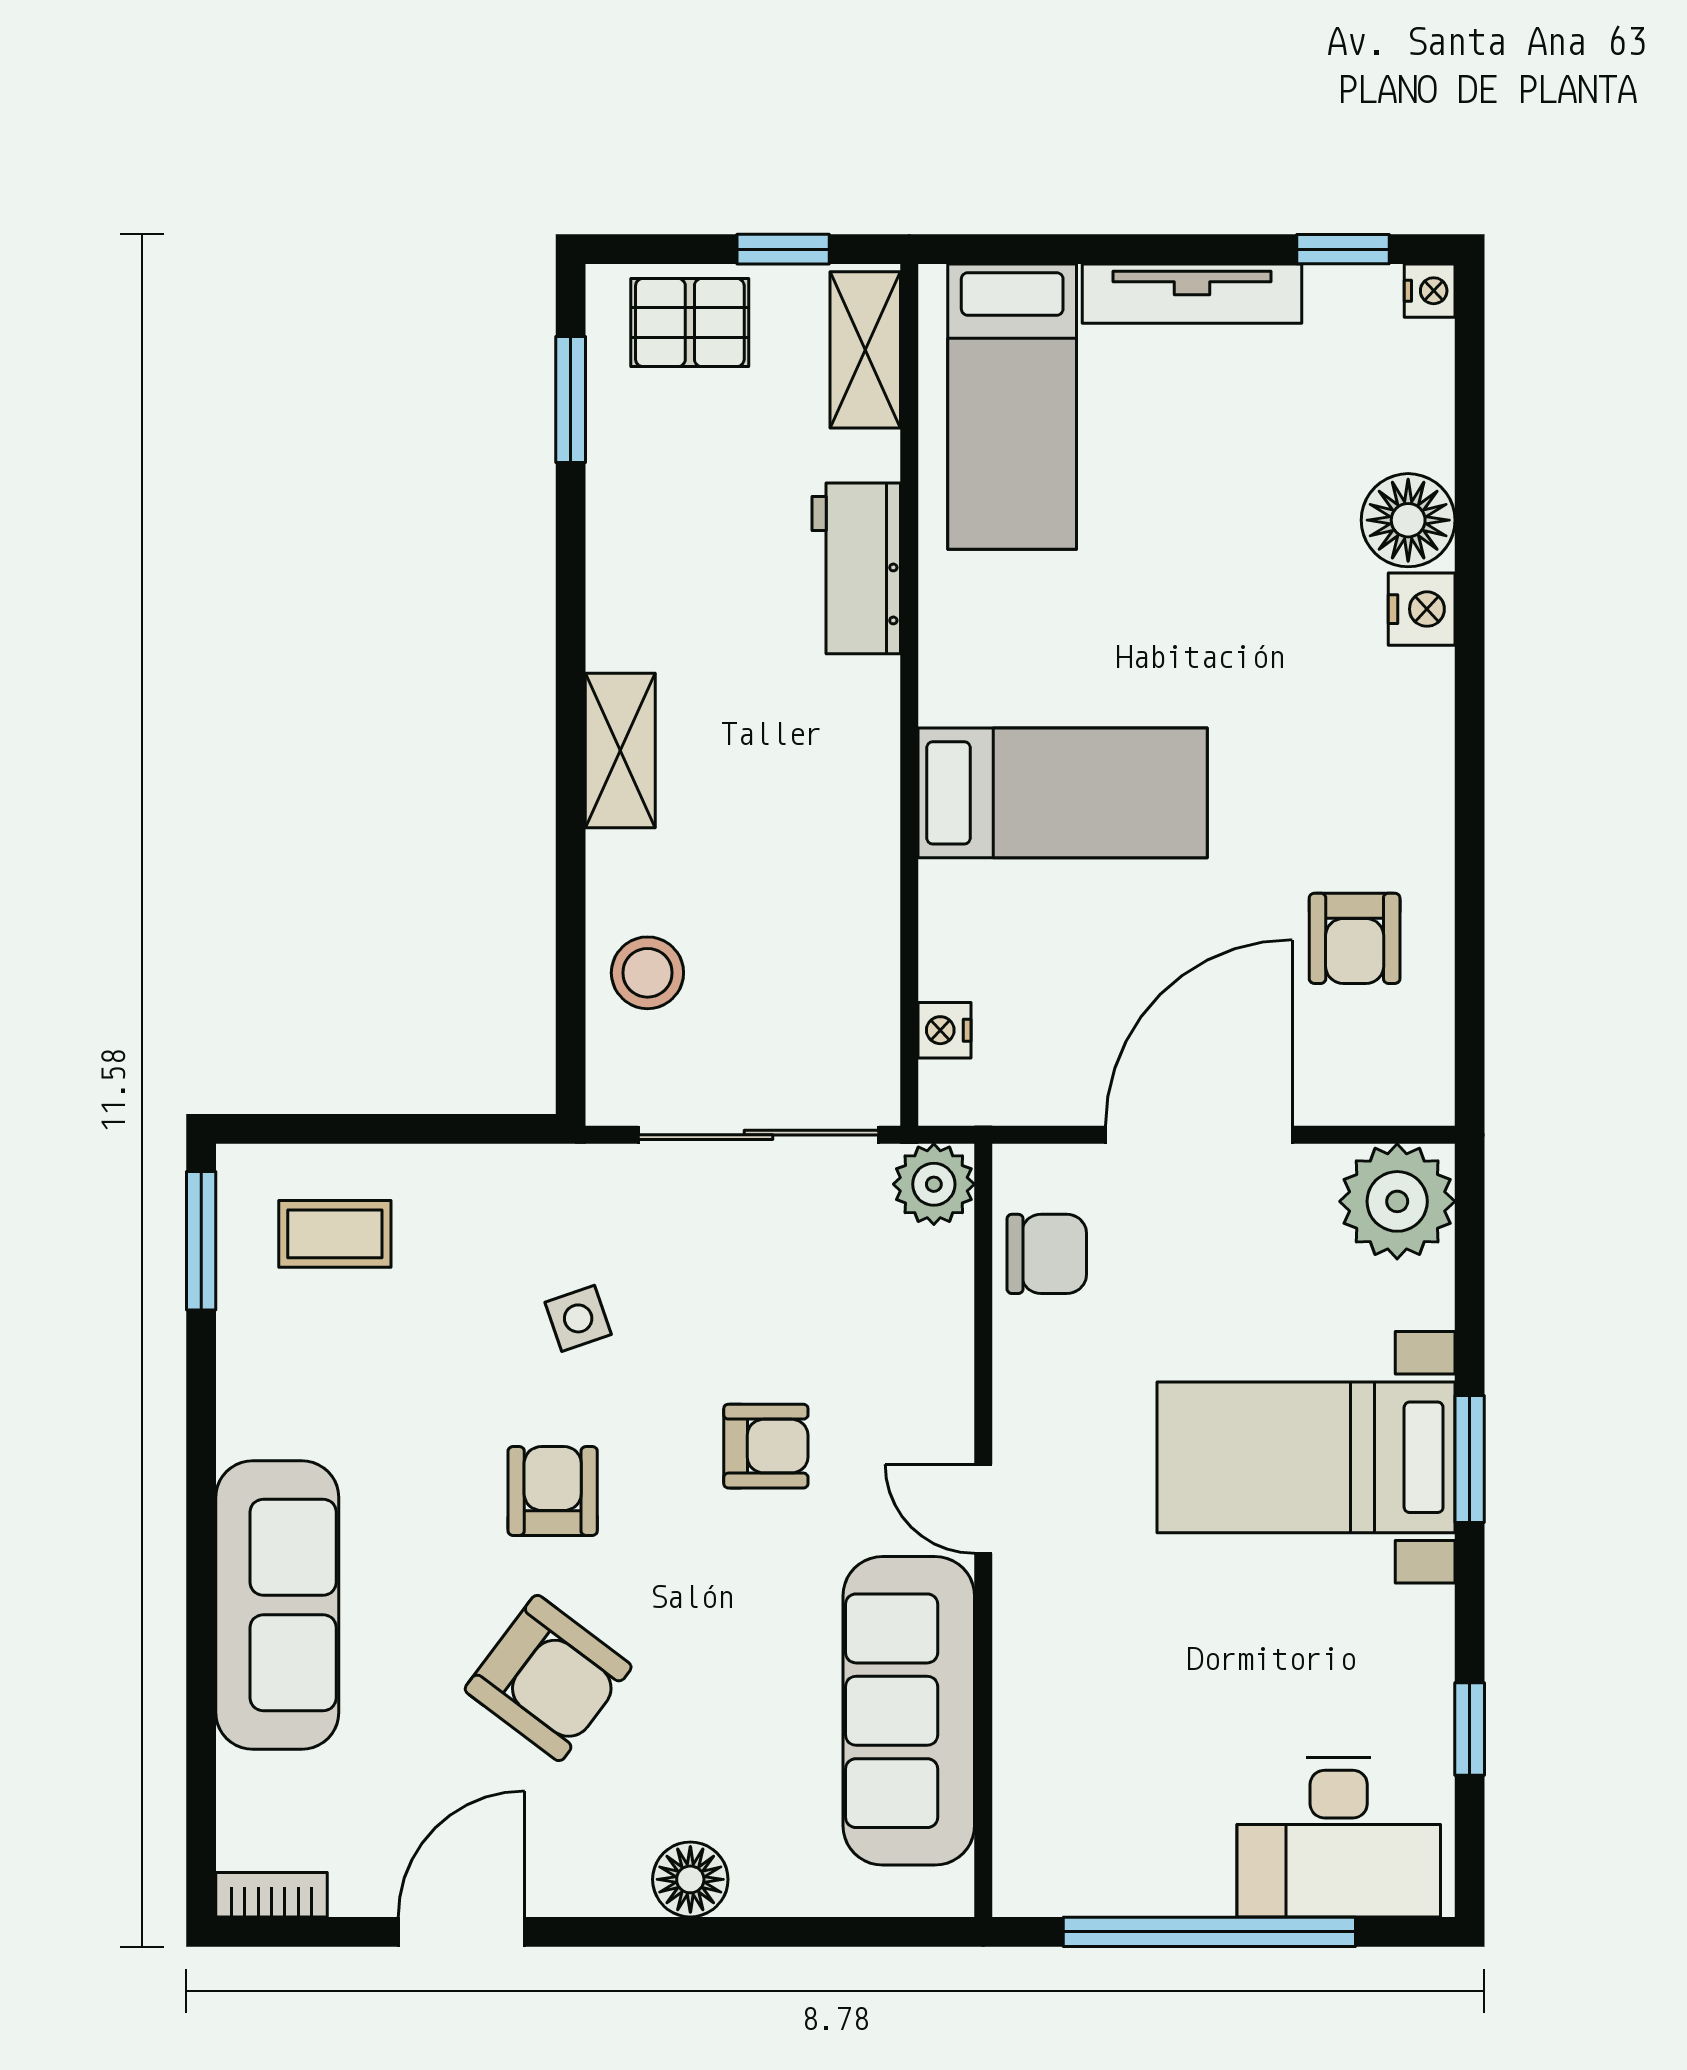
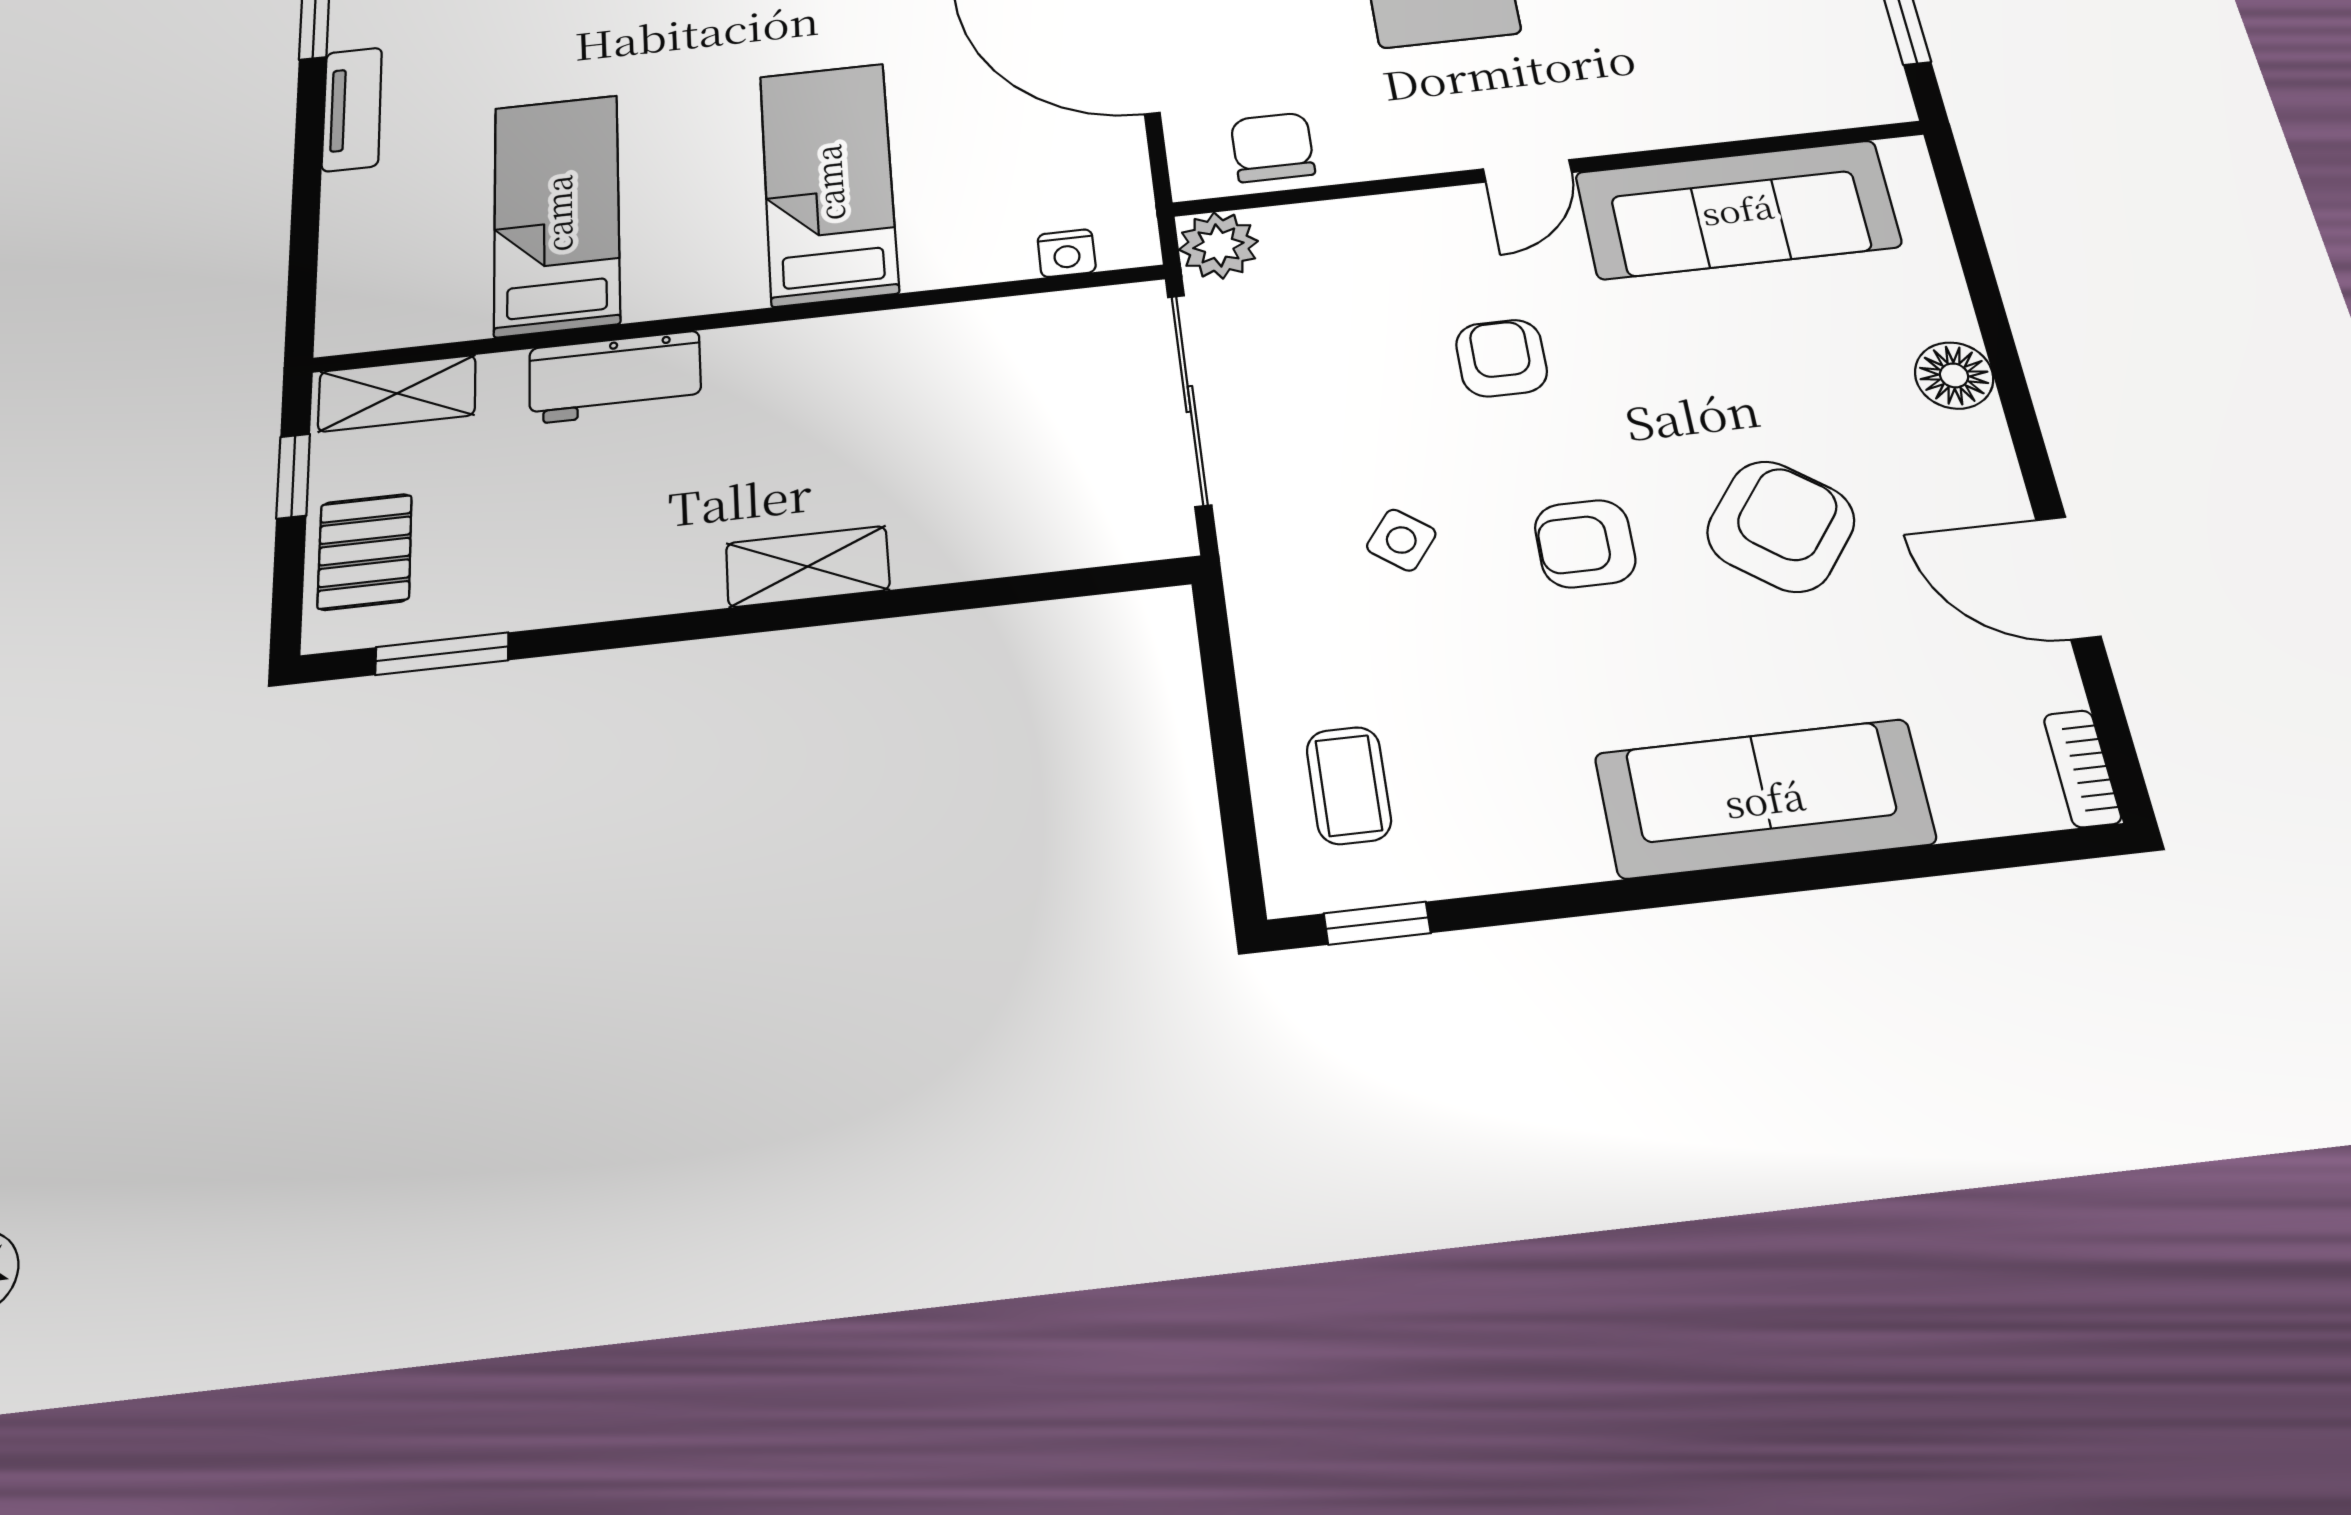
tv unit: (1192, 294) -> (352, 109), width x0.71
bed: (1012, 407) -> (557, 214), moved, turned -90
stool: (647, 973) -> (1035, 516), removed
window: (201, 1241) -> (1377, 923), width x0.67
side table: (578, 1318) -> (1401, 540), turned -34

